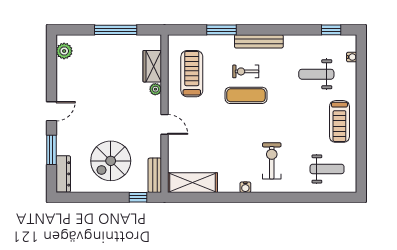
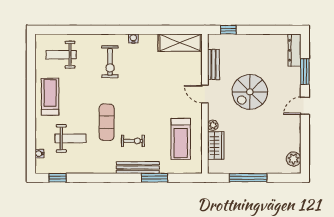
bench: (259, 41) -> (138, 168), moved
exercise mat: (246, 95) -> (107, 122), moved, turned 90
spiral stairs: (111, 161) -> (250, 92), moved, turned 180
bench: (155, 175) -> (213, 64), moved

